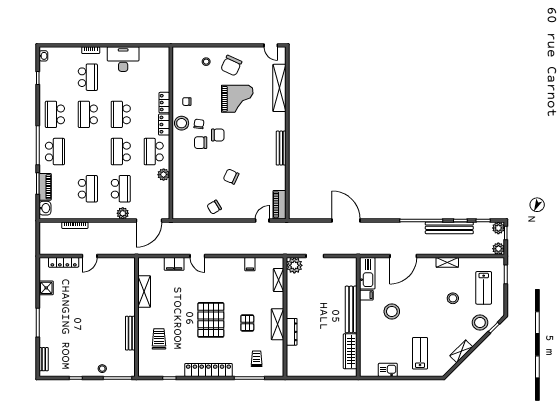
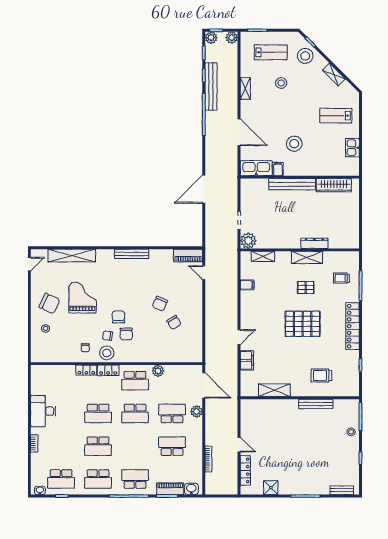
school desk: (88, 77) -> (61, 479), moved, turned 180
chair: (214, 207) -> (174, 322), moved

